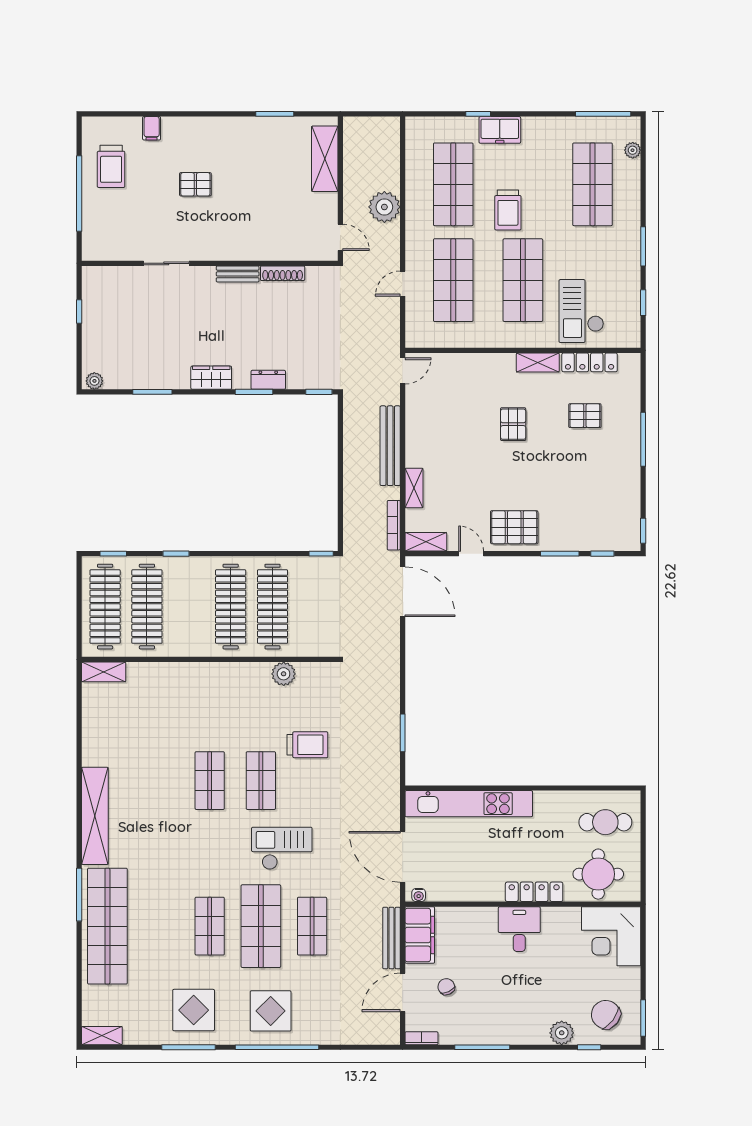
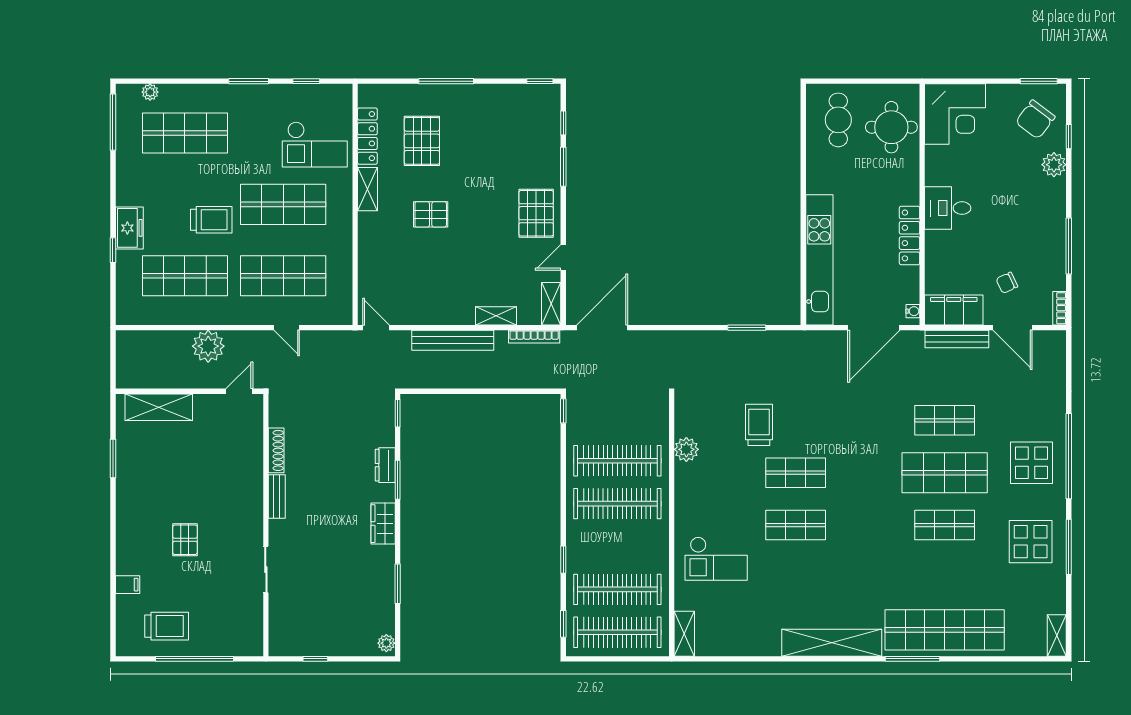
pallet: (585, 416) -> (422, 141), width x1.50, depth x1.42
checkout: (282, 848) -> (716, 559), moved, turned -90
locker: (534, 892) -> (910, 235), moved

